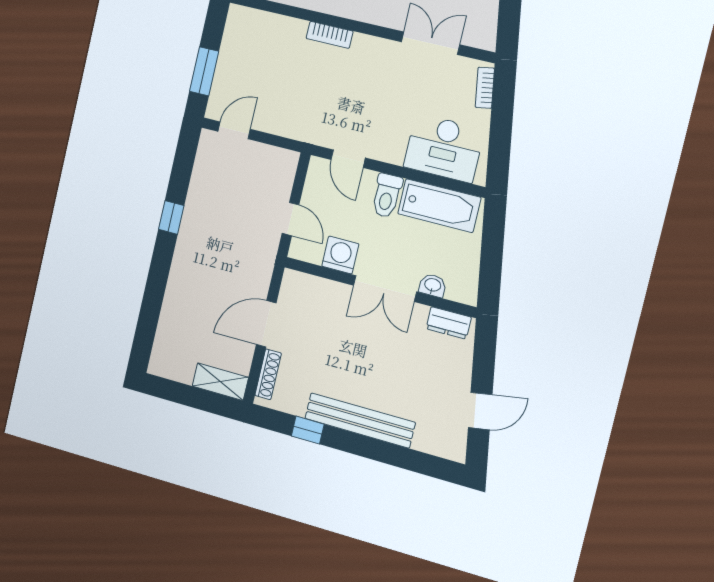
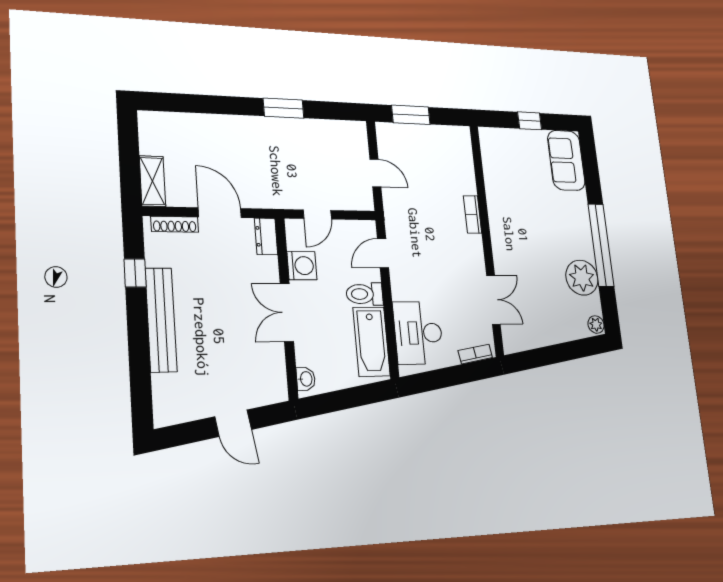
door: (234, 130) -> (375, 173), moved
window: (171, 217) -> (283, 108), width x1.50
washbasin: (433, 285) -> (306, 379), moved
dresser: (449, 323) -> (266, 236), moved
door: (480, 411) -> (233, 423), moved

